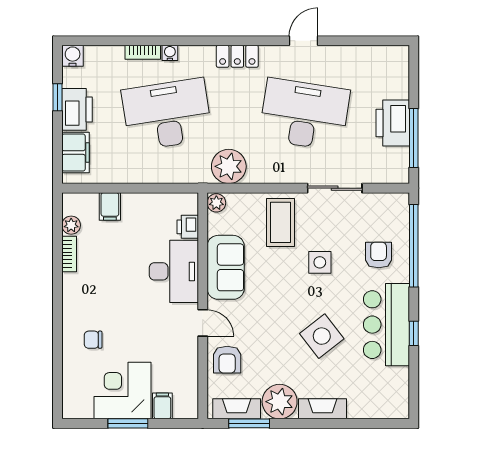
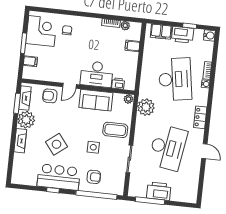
corner desk: (123, 391) -> (41, 31), moved

